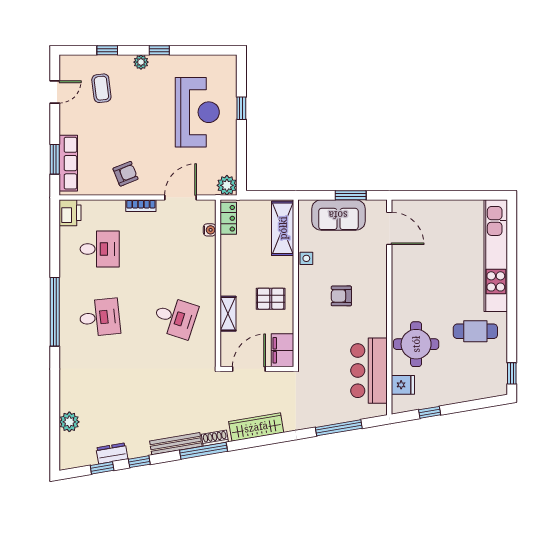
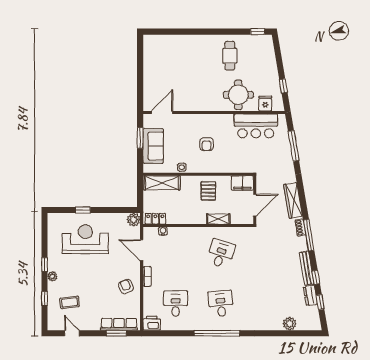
kitchen unit: (496, 256) -> (180, 42), removed
door: (249, 369) -> (255, 205), swing flipped
bench: (176, 444) -> (307, 268), moved

